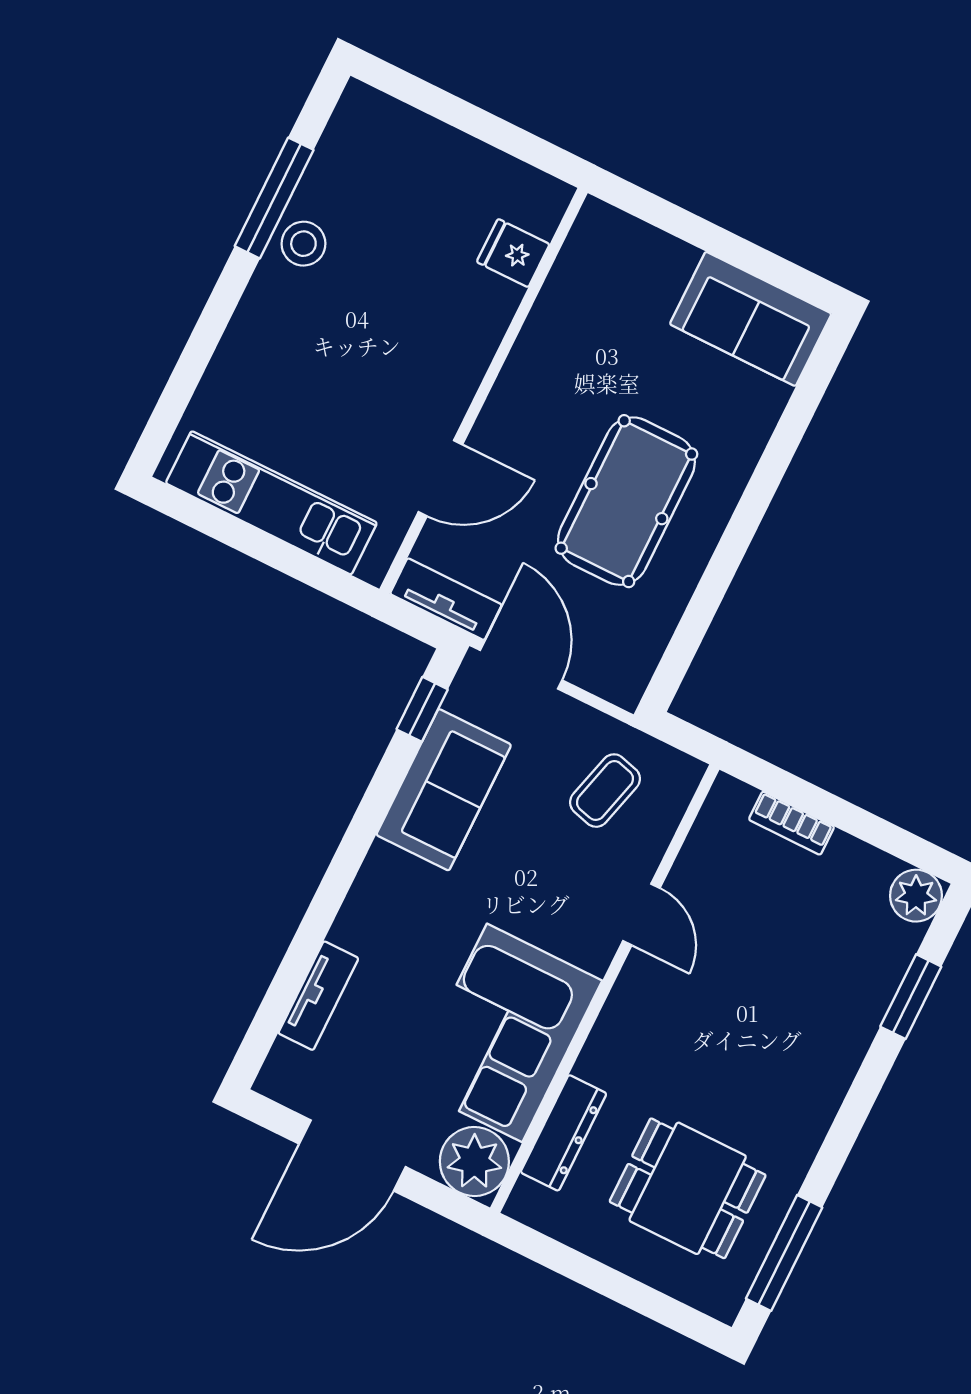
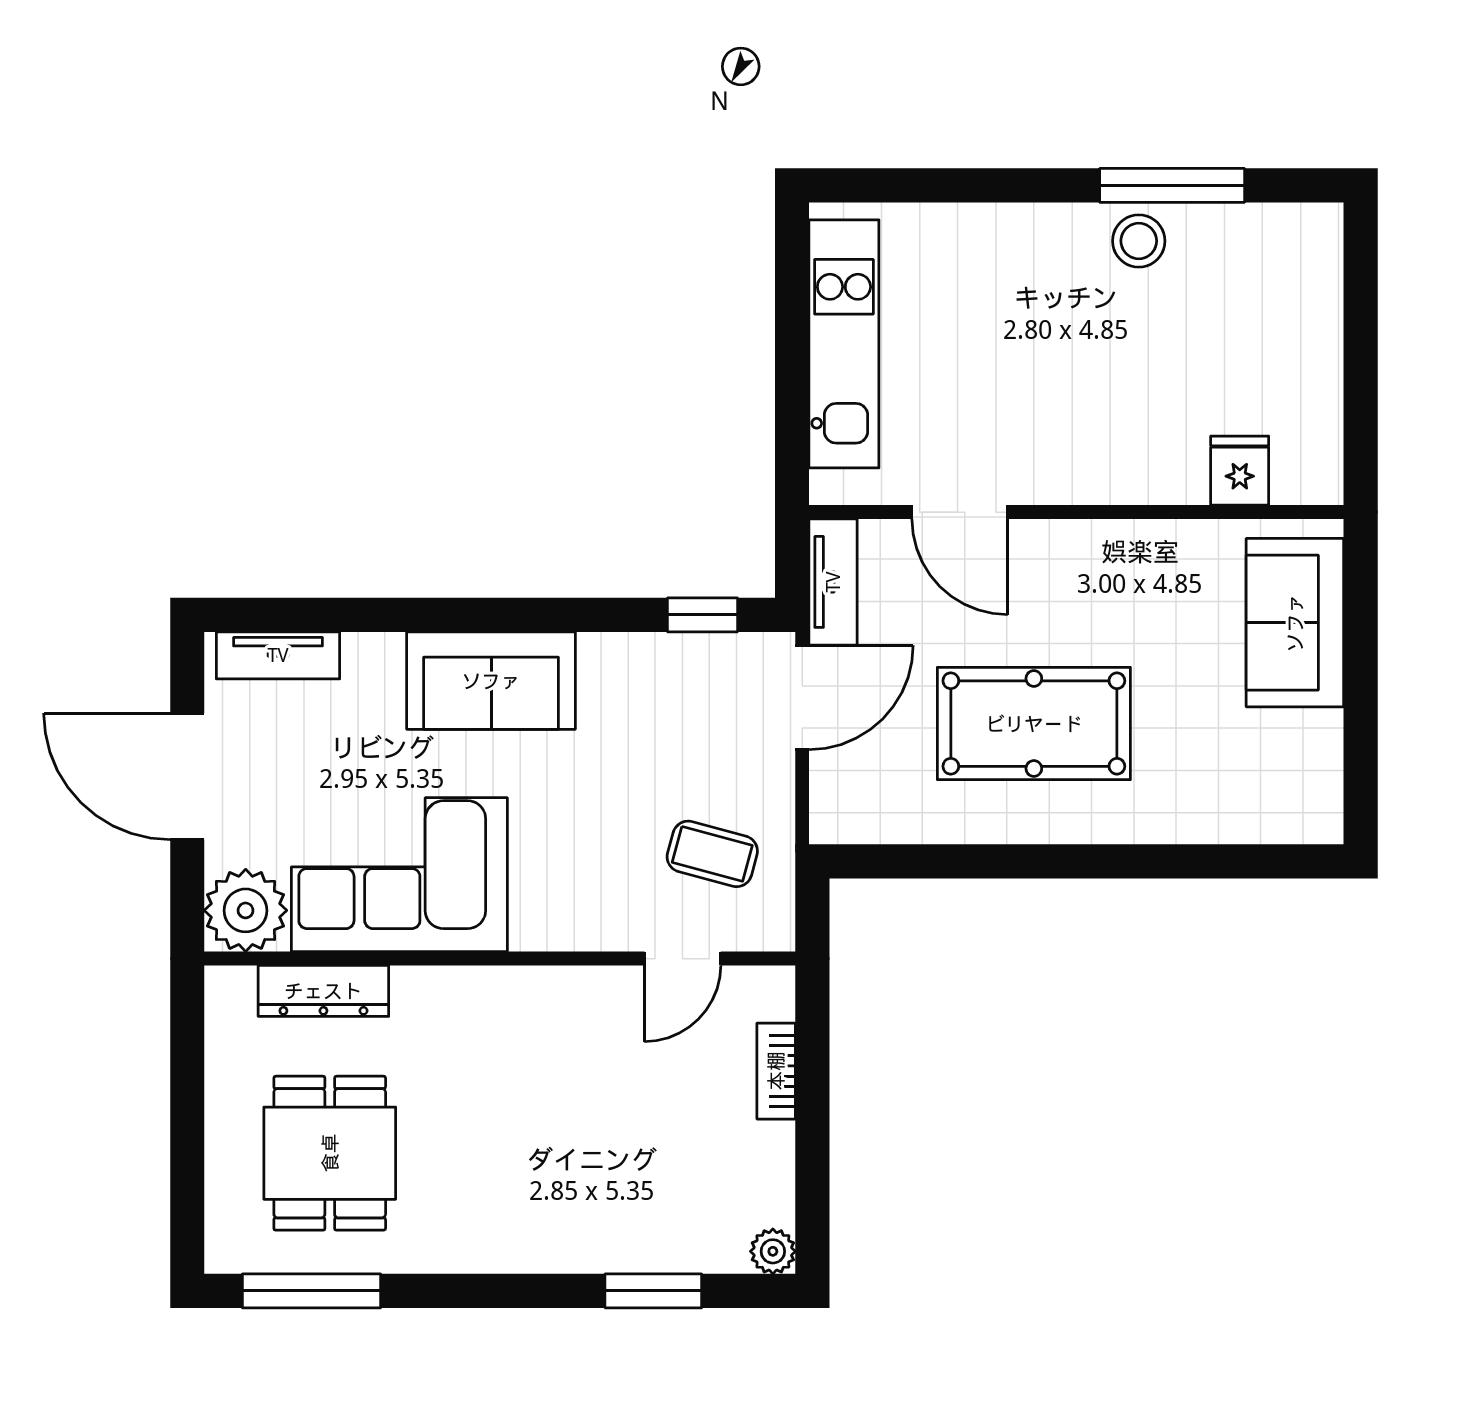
sofa: (751, 319) -> (1295, 623), moved
sofa: (444, 790) -> (491, 681), moved
plant: (916, 896) -> (773, 1251), width x0.73, depth x0.73
door: (641, 914) -> (683, 959), moved
tv unit: (318, 996) -> (278, 655), moved

